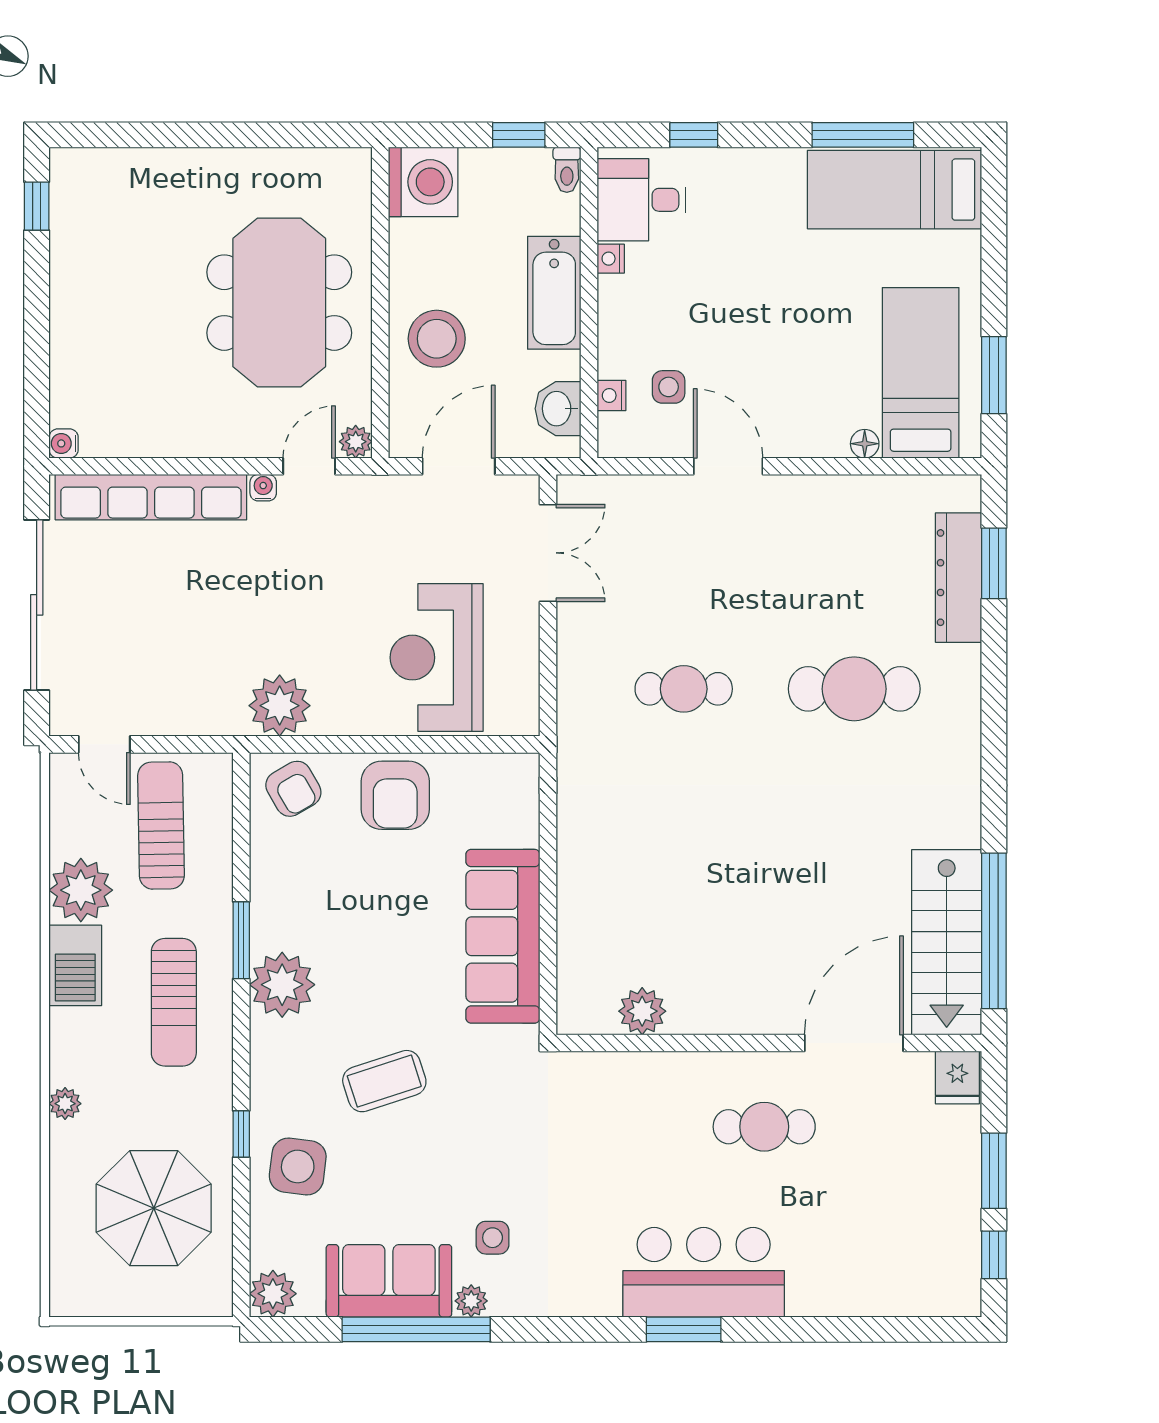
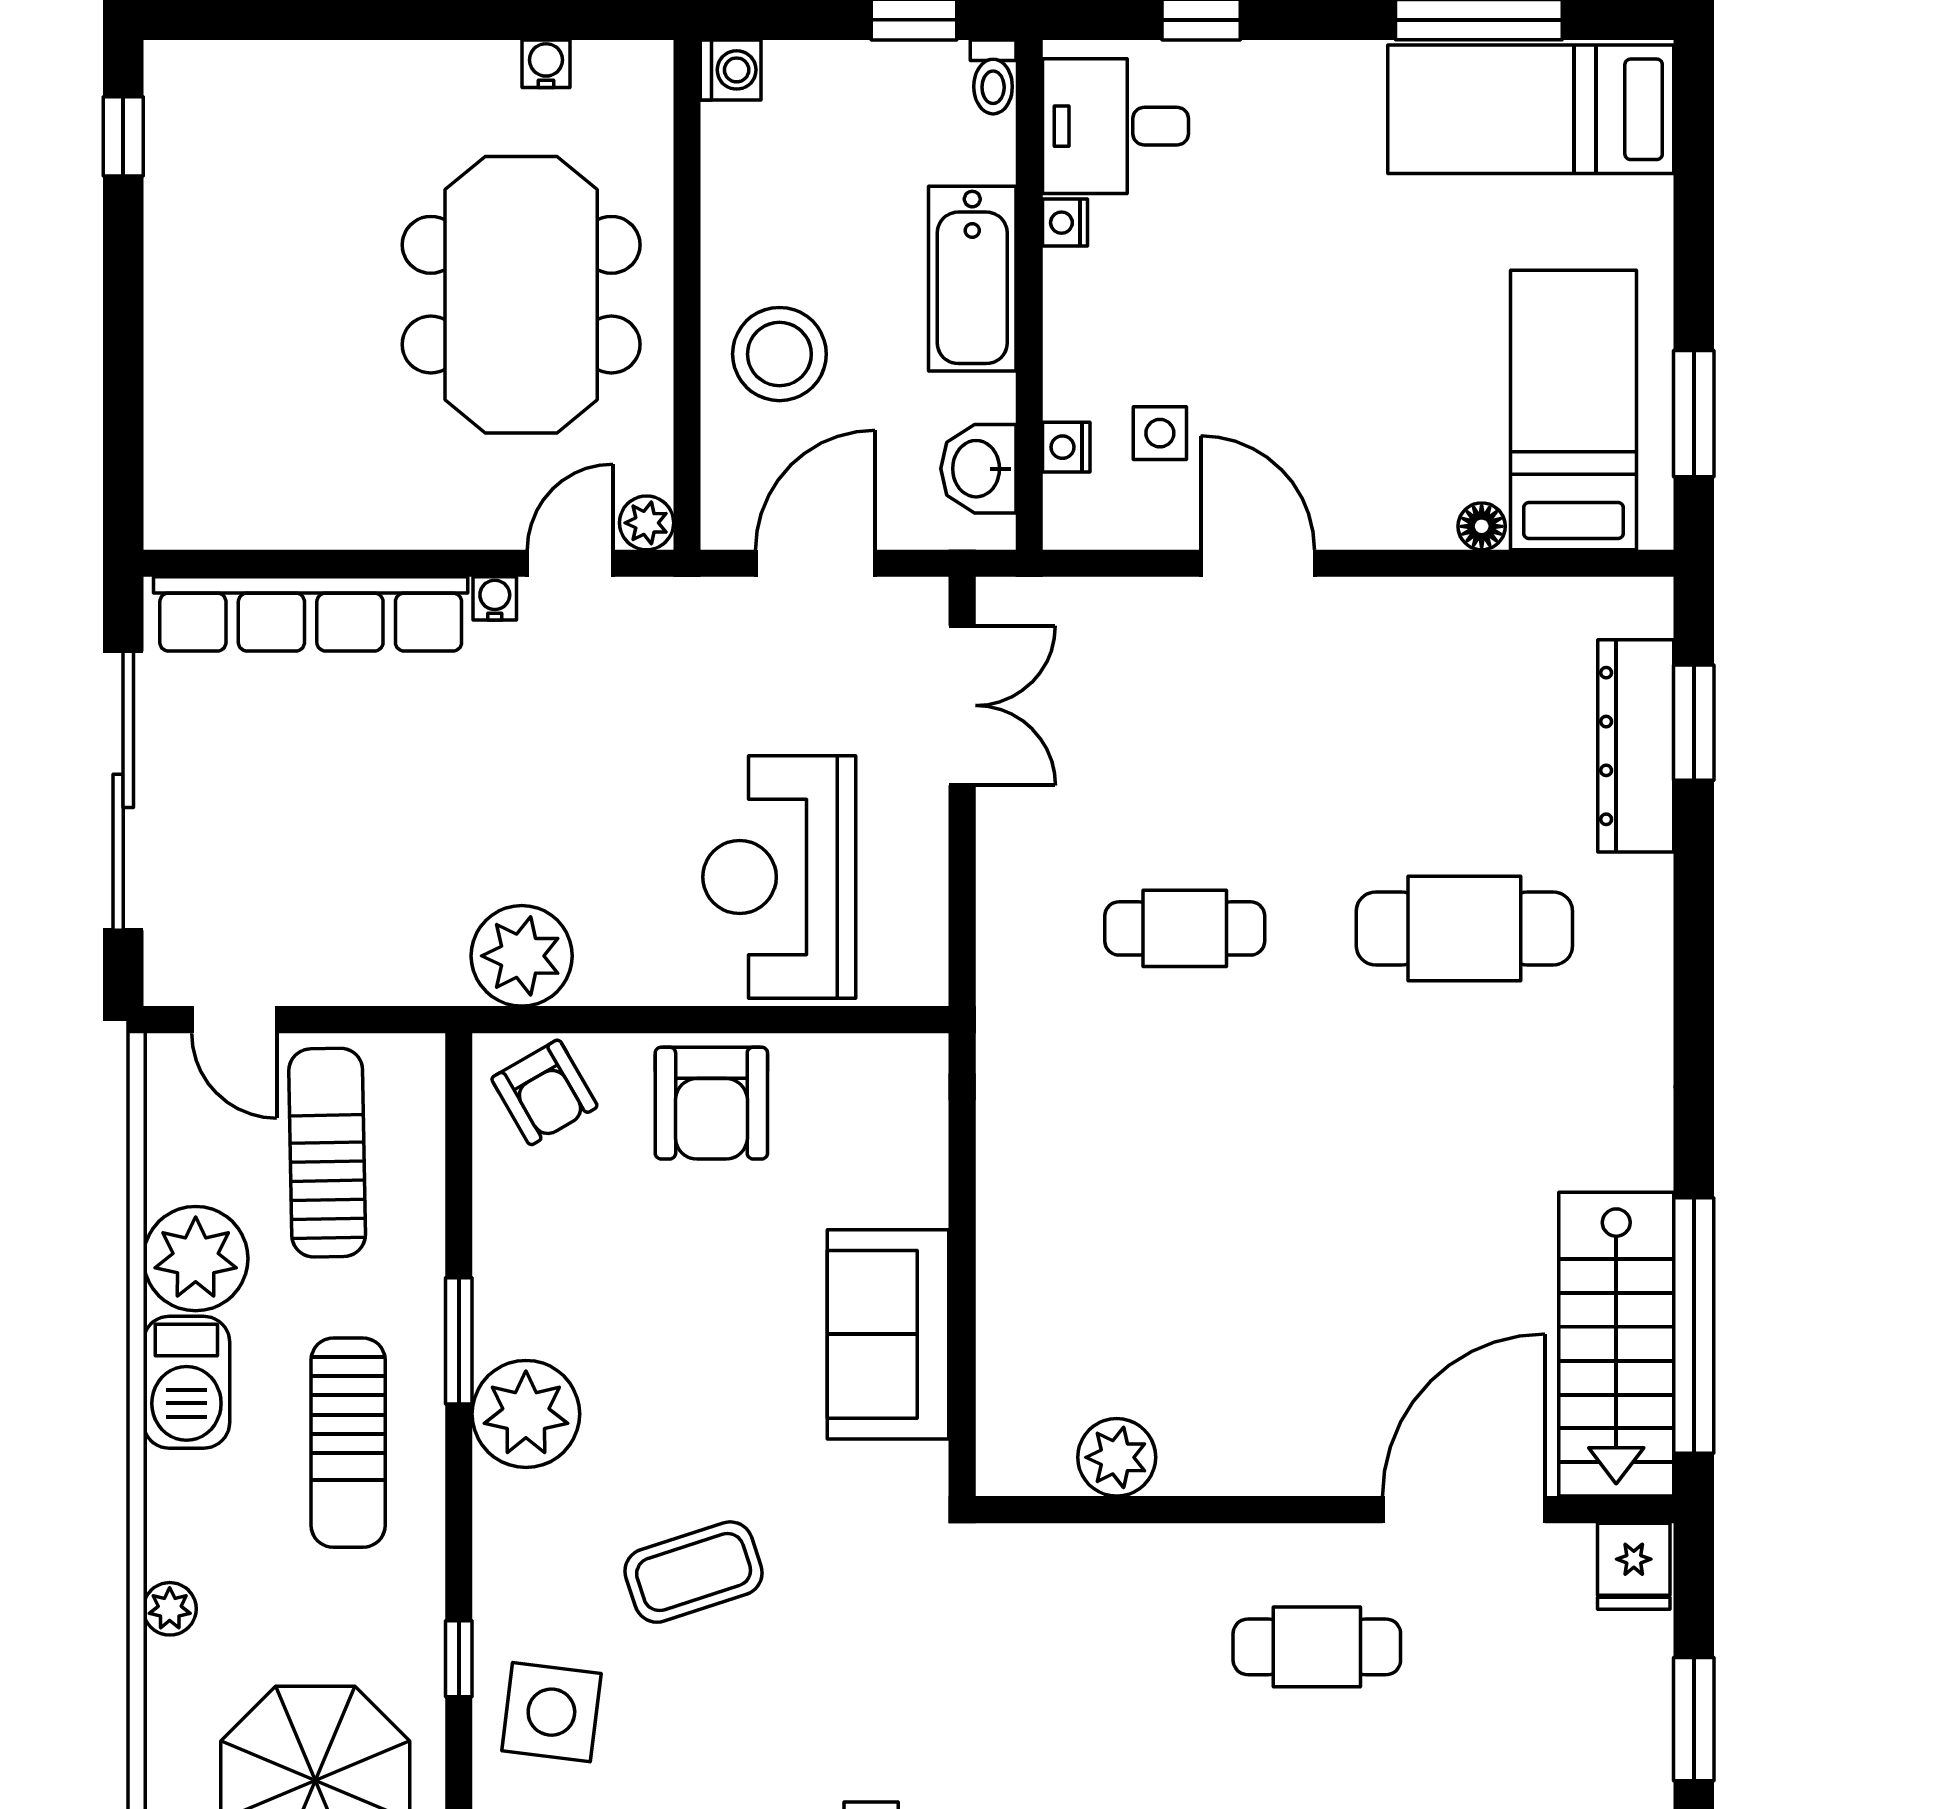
washing machine: (423, 182) -> (731, 70), width x0.53, depth x0.53
water cooler: (64, 443) -> (546, 64), moved, turned 90
sofa: (503, 936) -> (888, 1334), width x0.73

